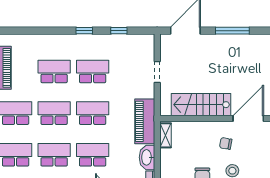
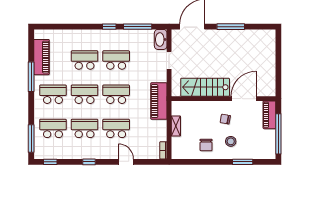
window: (119, 31) -> (138, 27), width x2.17
shelving: (165, 135) -> (176, 126), moved
washbasin: (147, 157) -> (161, 39), moved

